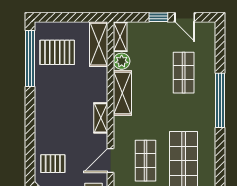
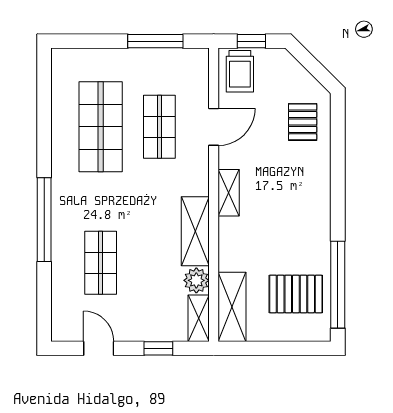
window: (158, 17) -> (158, 348), moved
pallet: (53, 164) -> (303, 122), turned 90

